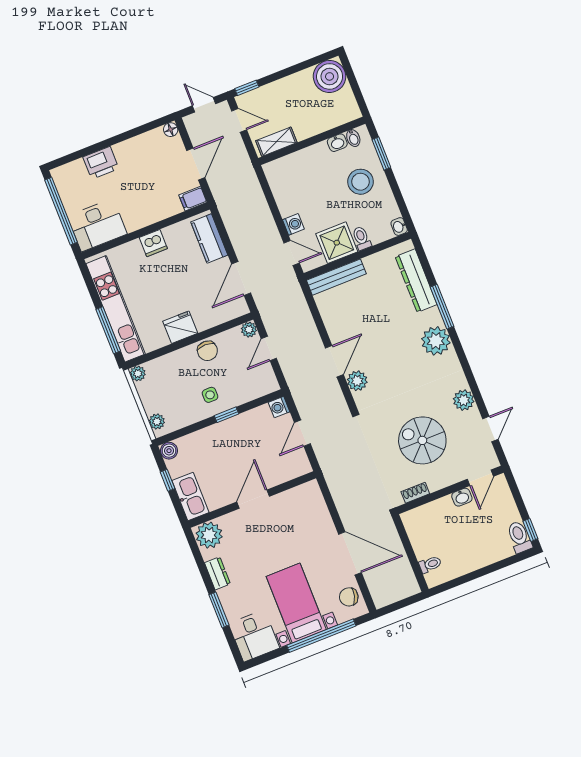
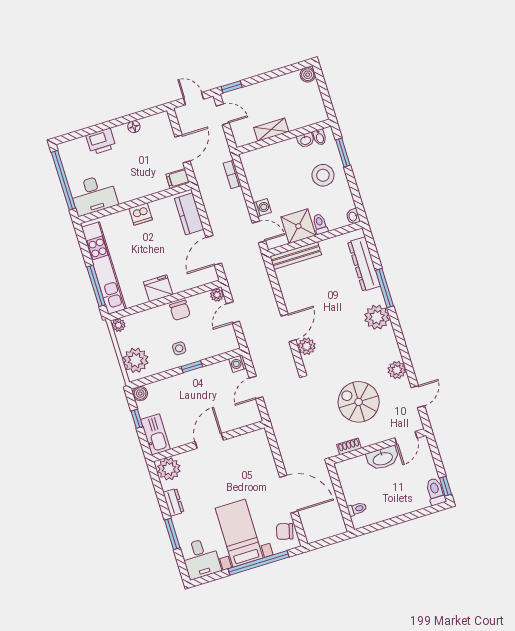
boiler: (330, 76) -> (308, 75), width x0.54, depth x0.54
floor lamp: (171, 130) -> (134, 127), moved
shelving: (276, 142) -> (271, 130), moved
bookcase: (256, 189) -> (232, 174), added
plant: (157, 422) -> (136, 360), width x1.88, depth x1.88
washbasin: (462, 497) -> (383, 458), width x1.91, depth x1.45

